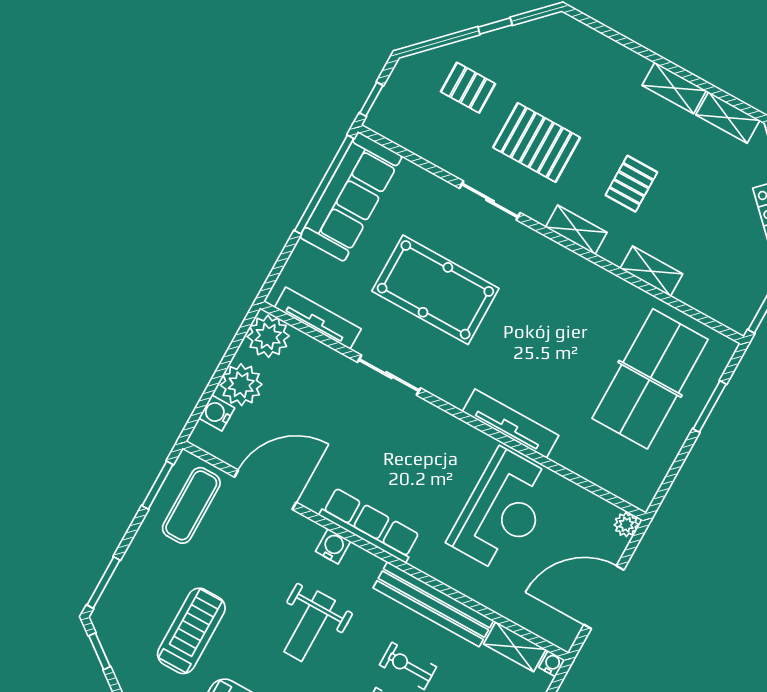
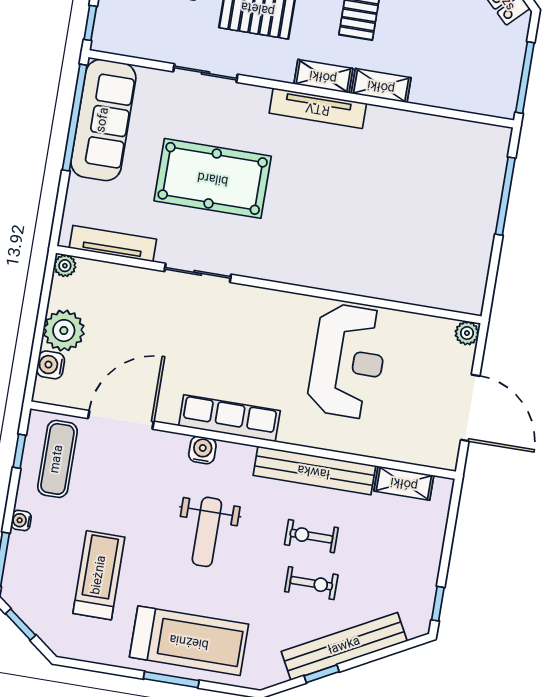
sliding door: (490, 200) -> (205, 73), moved
shelving: (651, 271) -> (381, 86), moved
plant: (268, 336) -> (65, 266), width x0.53, depth x0.53
table tennis table: (650, 379) -> (441, 190), removed
window: (710, 406) -> (505, 196), width x1.44
tv unit: (511, 424) -> (318, 108), moved, turned 180
window: (157, 485) -> (19, 451), width x0.67
door: (604, 597) -> (470, 408), swing flipped
water cooler: (552, 664) -> (21, 520), moved, turned -90

